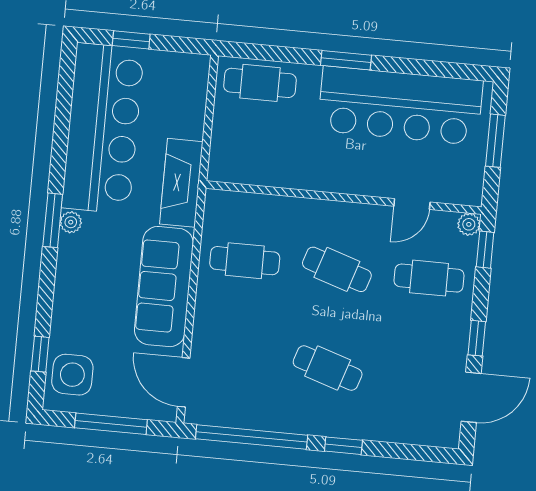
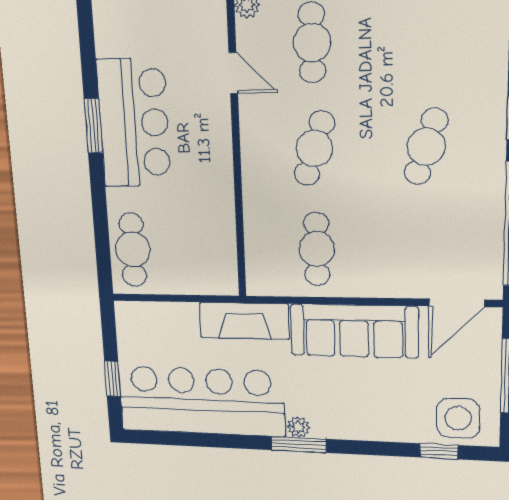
window: (346, 60) -> (93, 126), moved
bar counter: (400, 106) -> (134, 123), width x0.73

